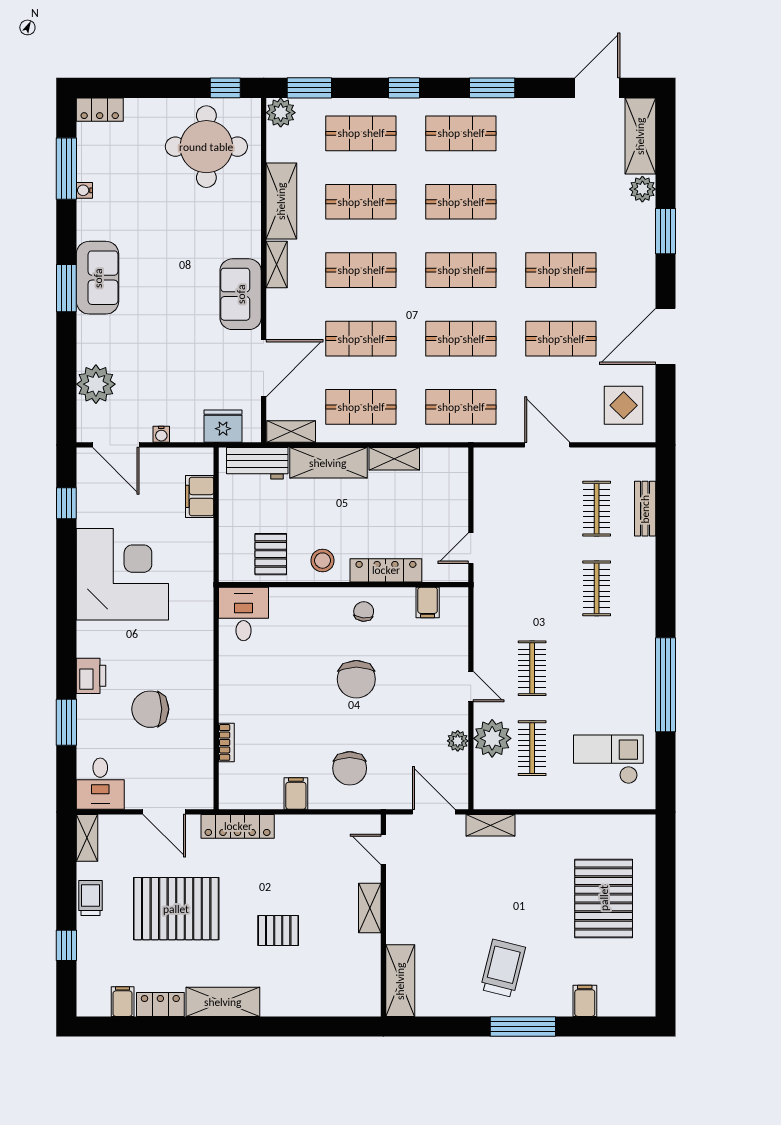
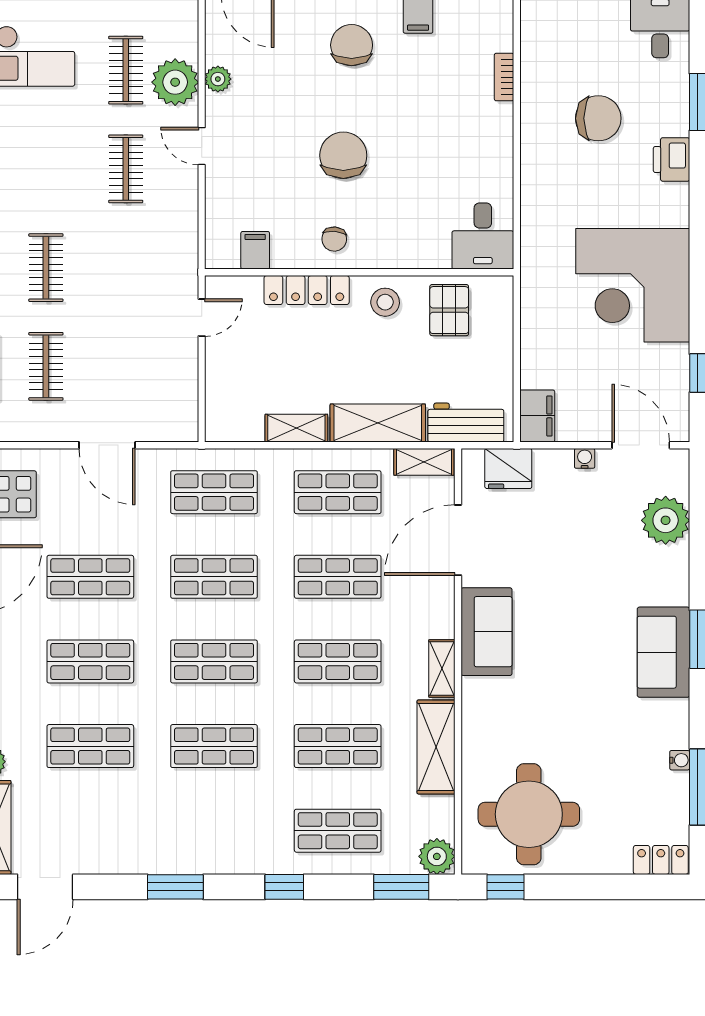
shop shelf: (461, 133) -> (90, 746), moved
filing cabinet: (200, 496) -> (537, 416), moved

